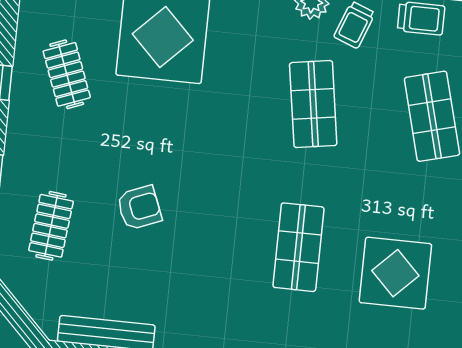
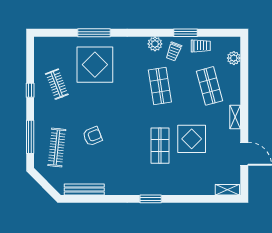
clothes rail: (51, 226) -> (57, 147), width x1.36
display table: (395, 273) -> (192, 139), moved

